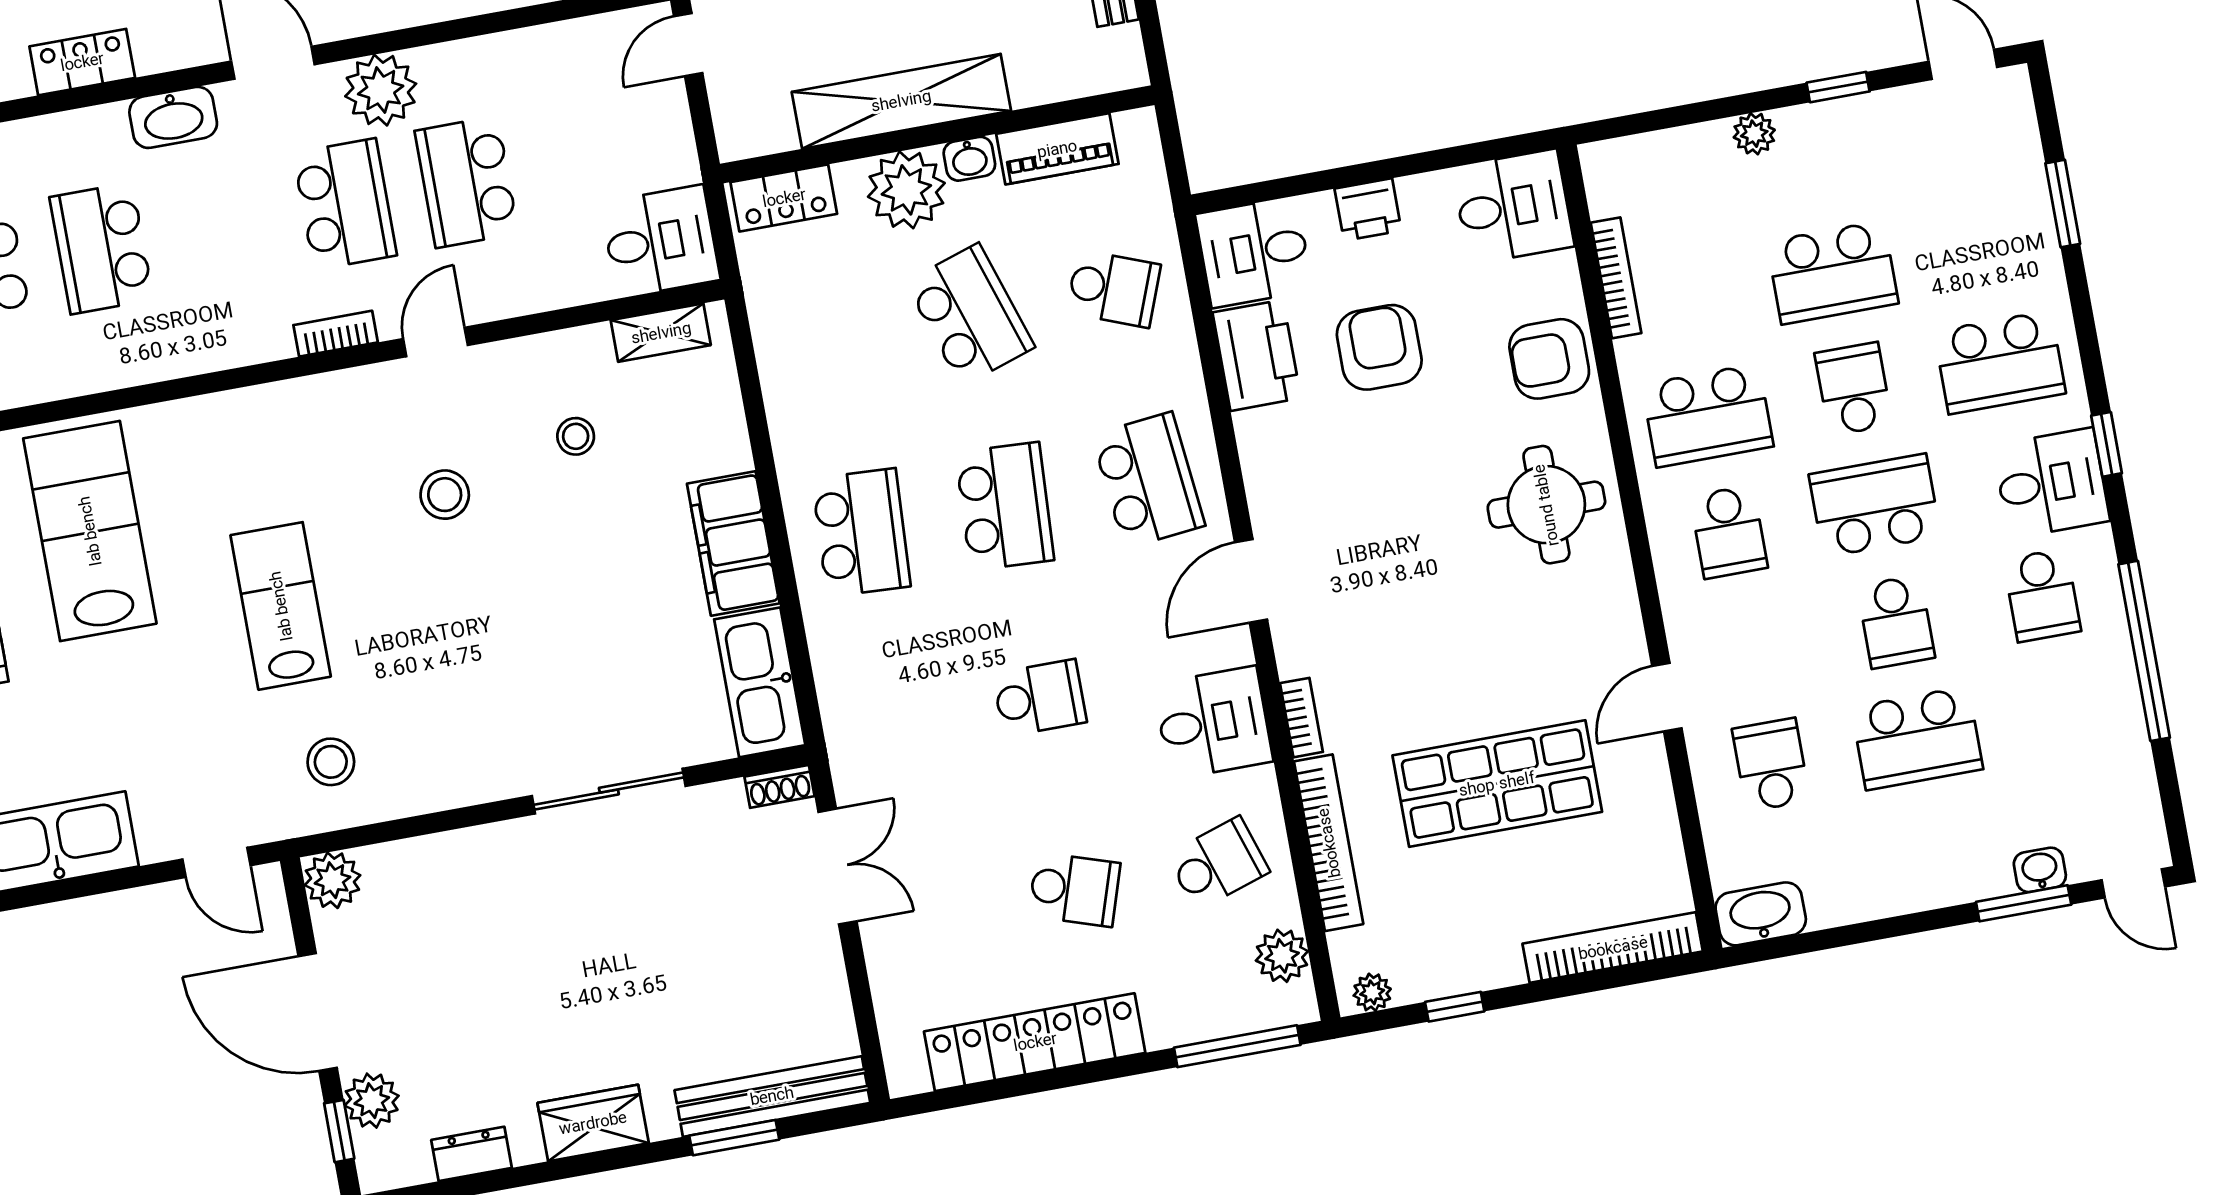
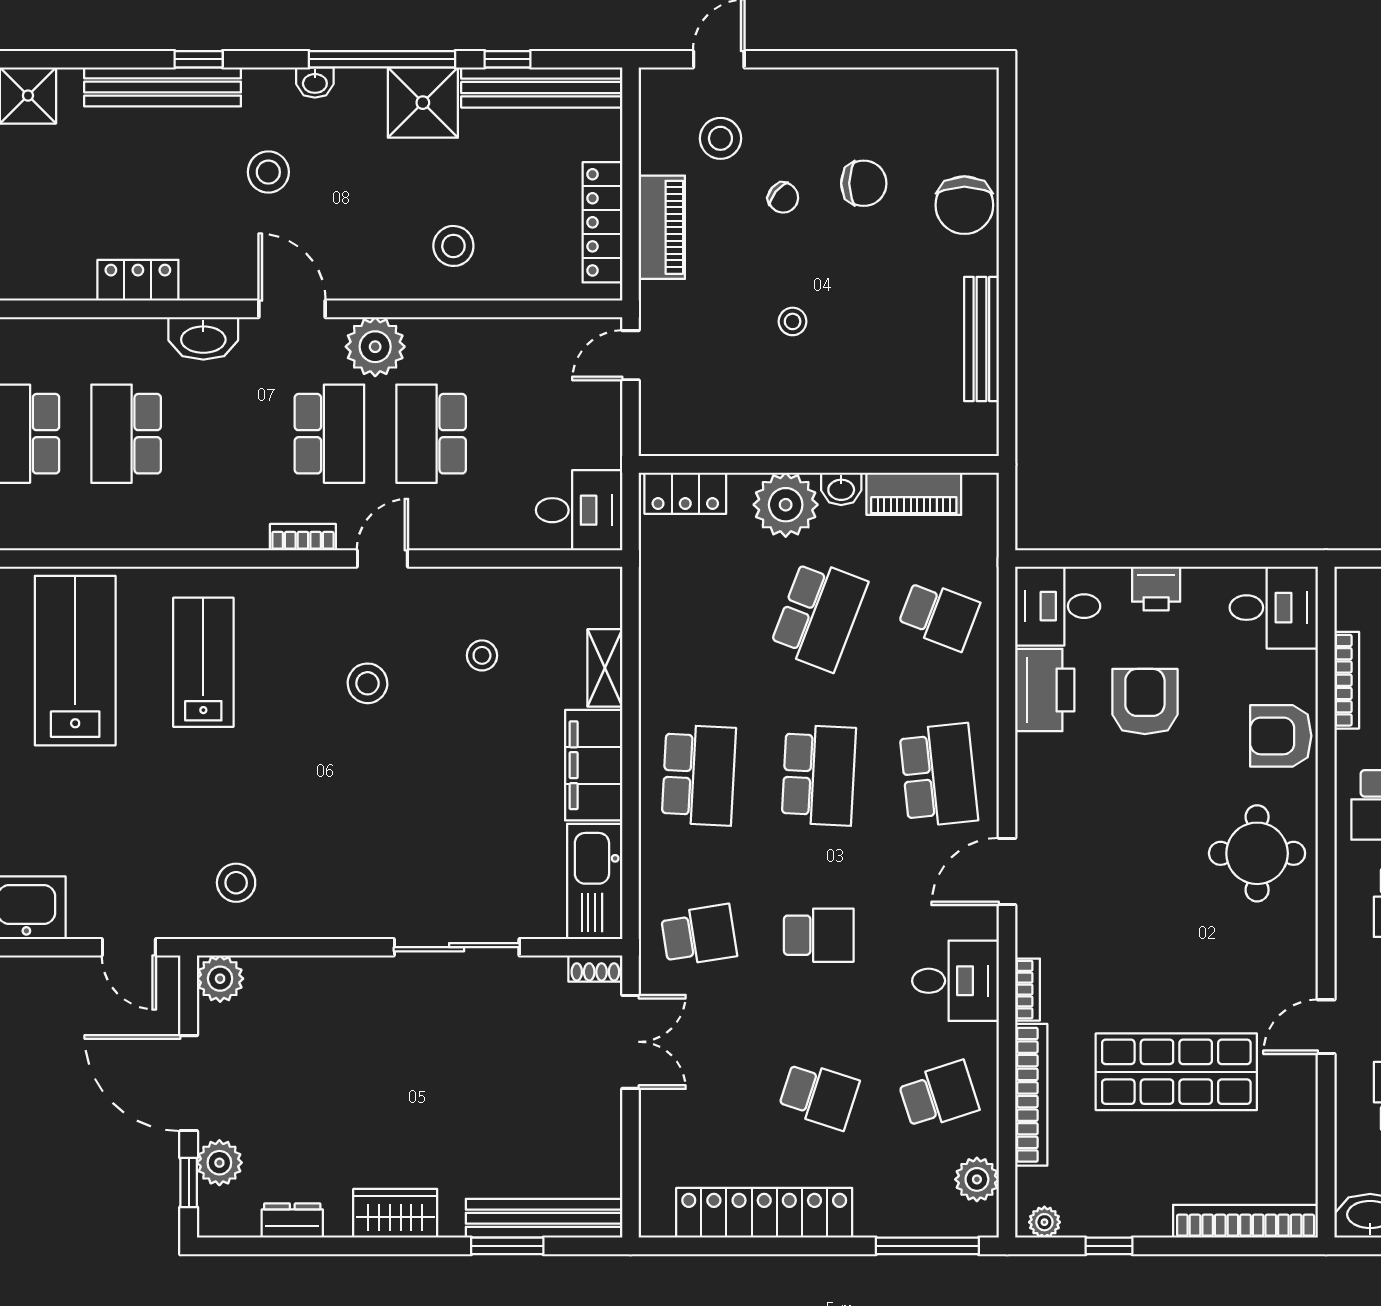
shelving: (901, 101) -> (795, 432), removed
school desk: (970, 315) -> (819, 615), turned 39
shelving: (661, 333) -> (605, 668), moved, turned 90
lab bench: (281, 606) -> (203, 662), moved
school desk: (896, 724) -> (699, 935), added

